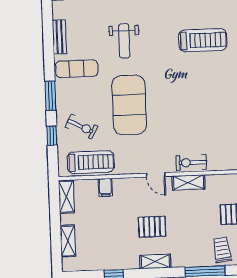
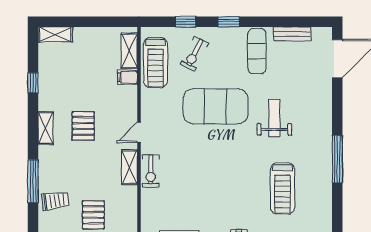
weight bench: (124, 41) -> (274, 118), moved, turned 90
window: (50, 96) -> (229, 22), width x0.67
exercise bike: (191, 163) -> (151, 171), turned 180
shelving: (66, 197) -> (129, 51), moved, turned 90
shelving: (68, 241) -> (55, 35), moved

